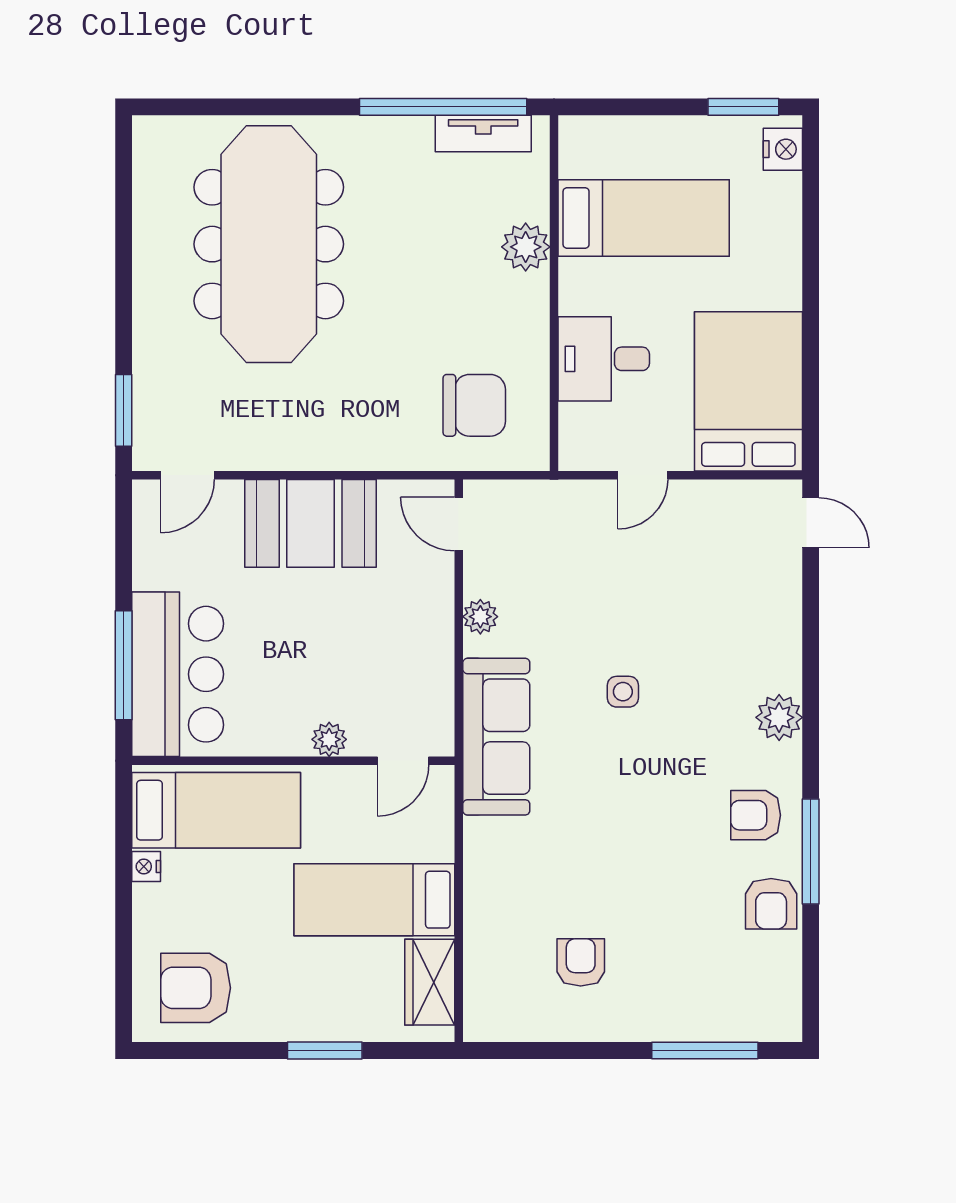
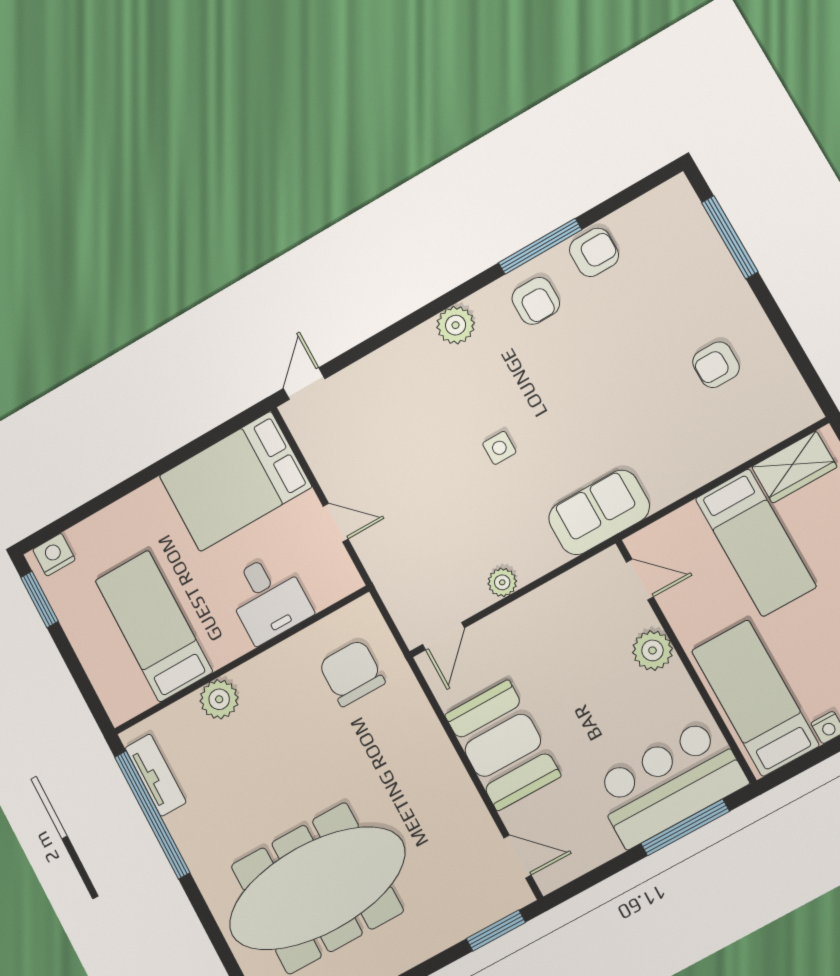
sofa: (496, 737) -> (599, 512), width x0.73
plant: (329, 739) -> (652, 650), width x1.38, depth x1.38

